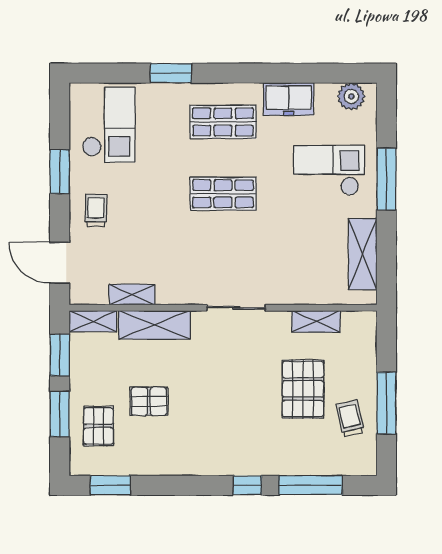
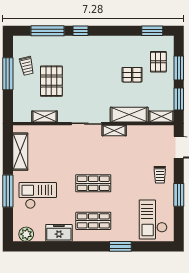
checkout: (329, 170) -> (38, 195), turned 180
shelving: (132, 295) -> (114, 131), moved

